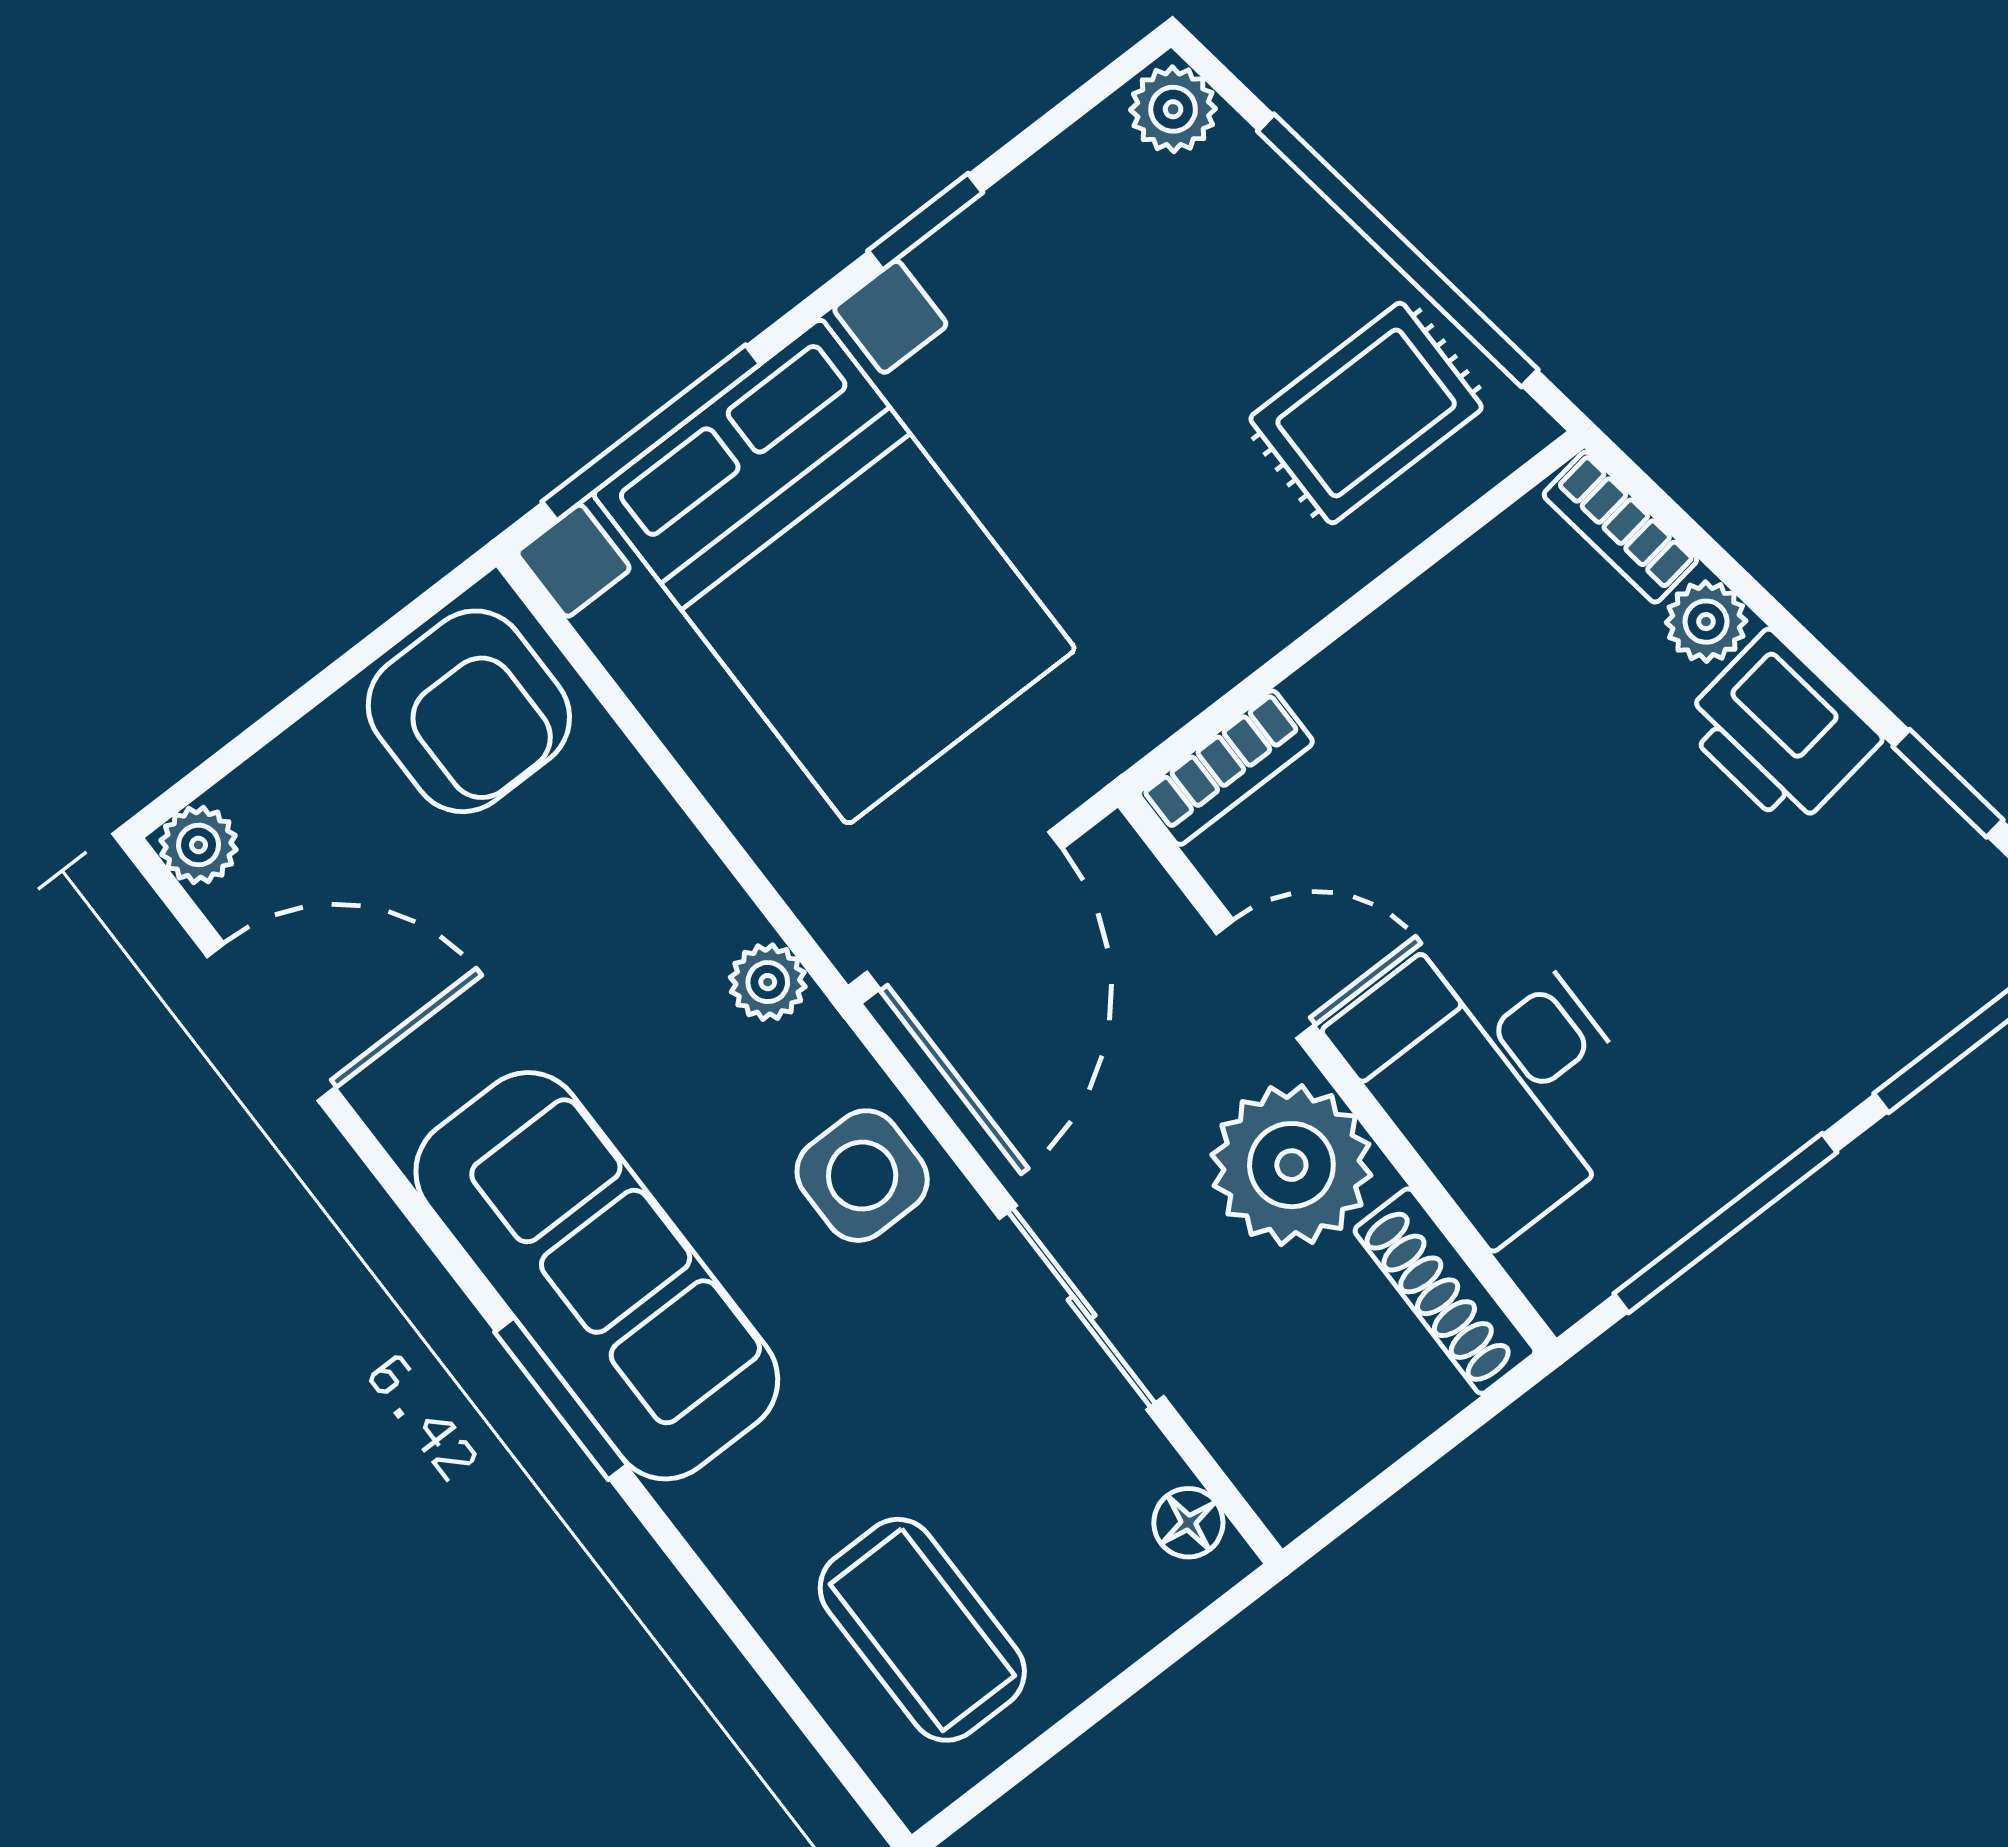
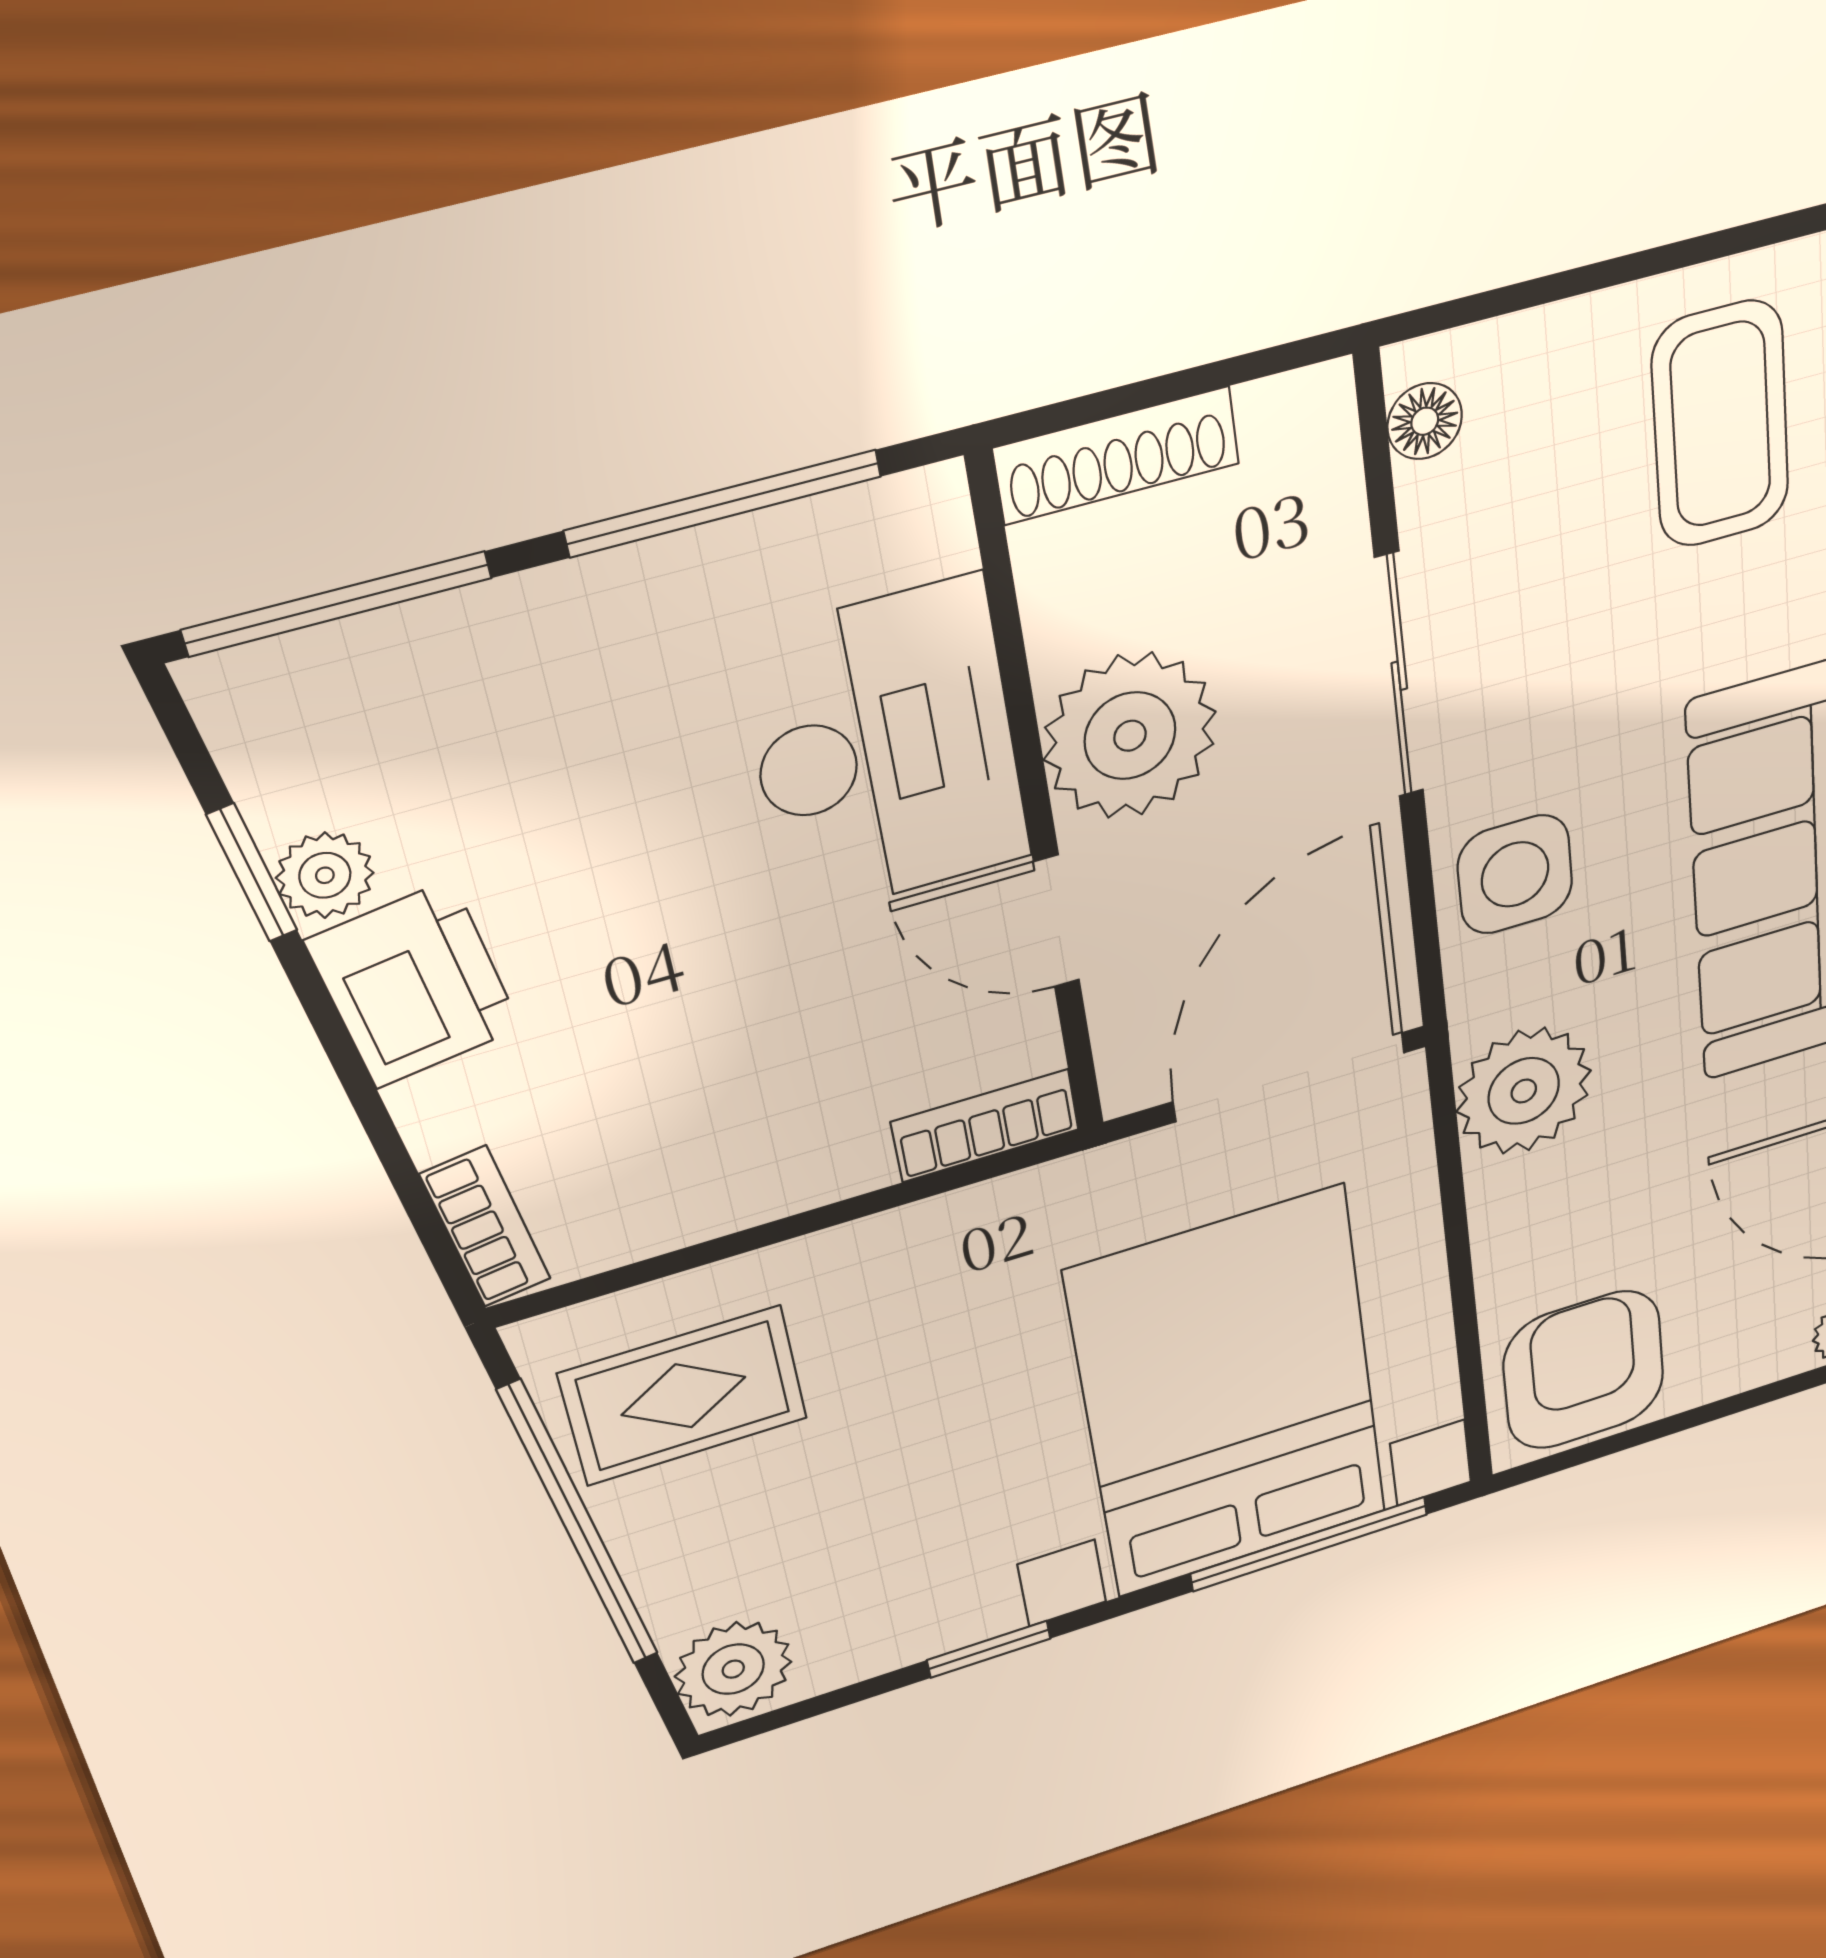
plant: (1173, 109) -> (733, 1669), width x1.38, depth x1.38
plant: (1706, 622) -> (325, 875), moved
plant: (768, 982) -> (1524, 1091), width x1.88, depth x1.88
shoe rack: (1445, 1291) -> (1117, 456), moved, turned 90

